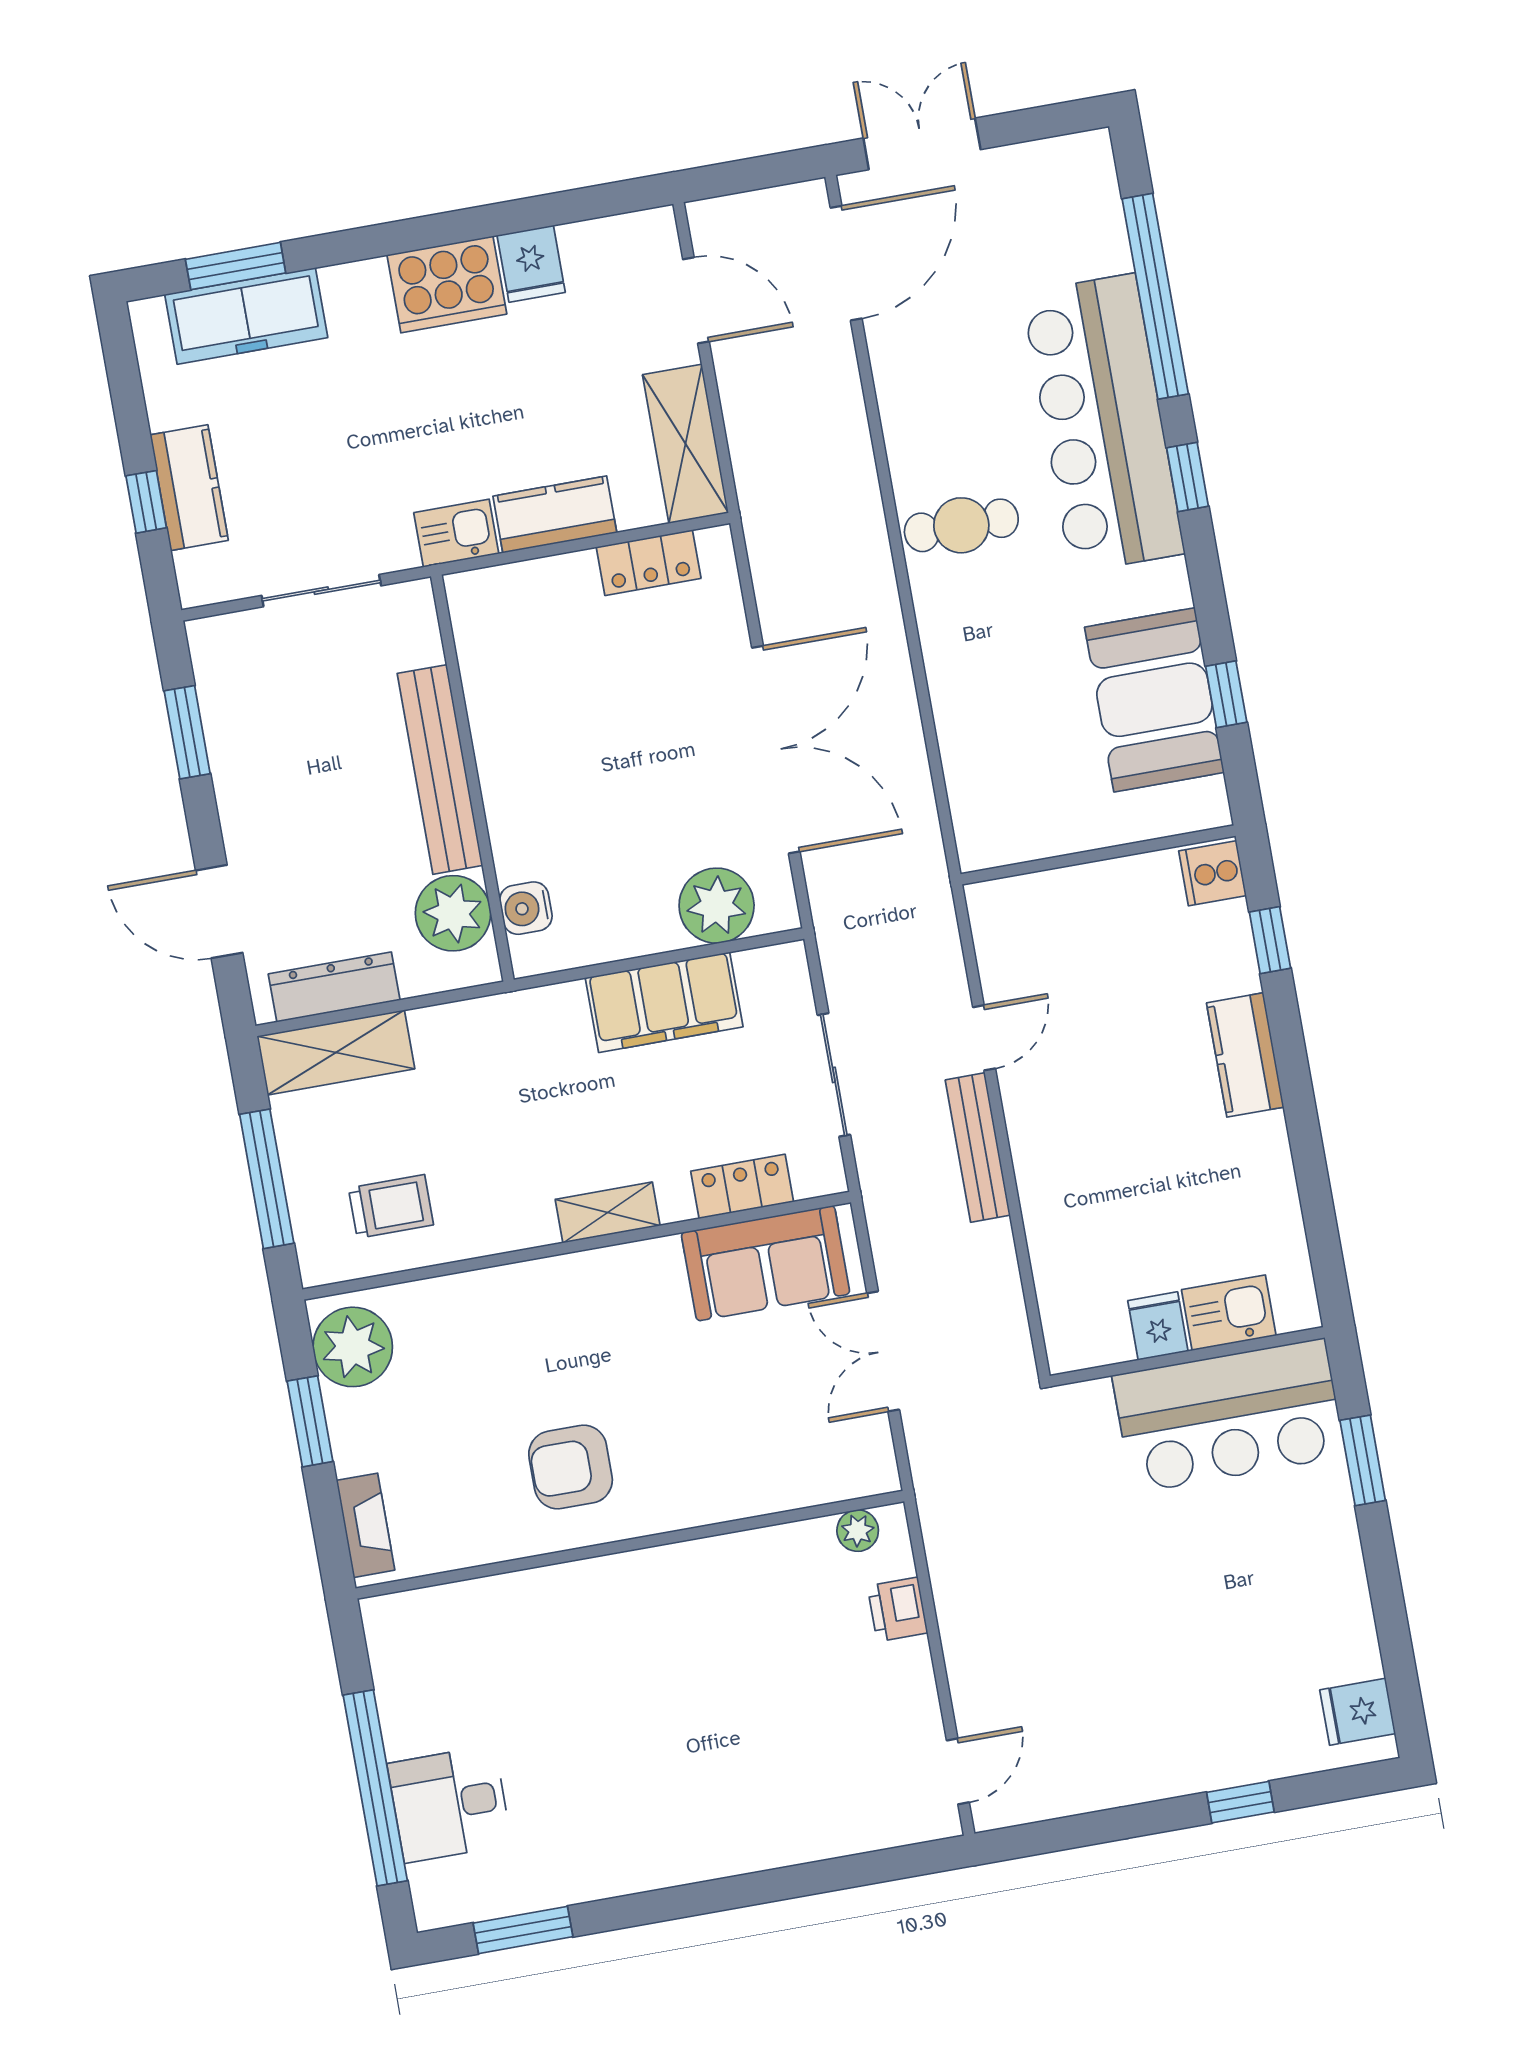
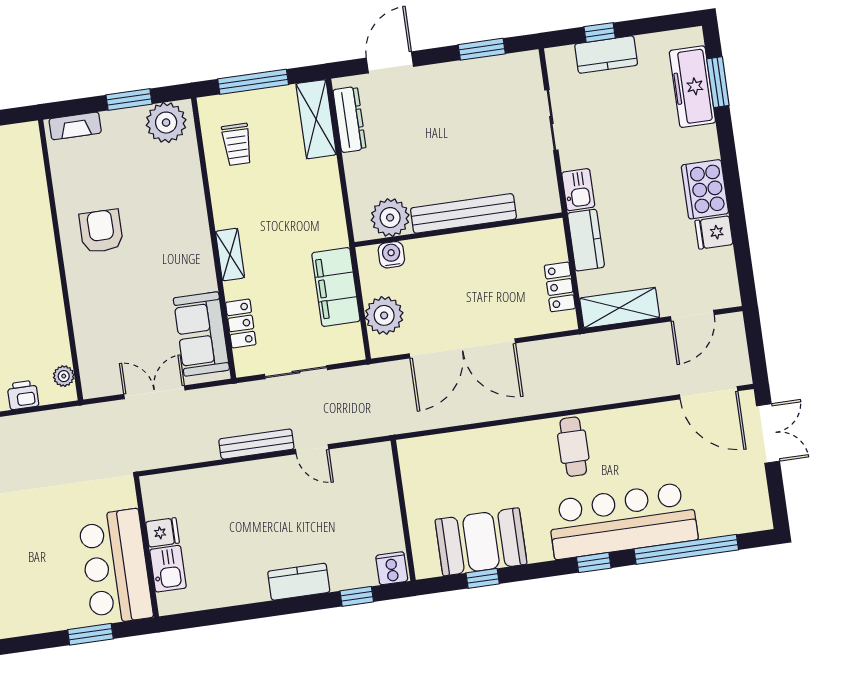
bench: (440, 769) -> (463, 213), moved
wall: (472, 778) -> (458, 230), moved
water cooler: (526, 908) -> (391, 255), moved
plant: (453, 913) -> (390, 218), moved

